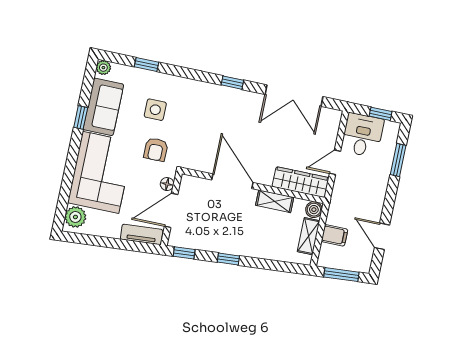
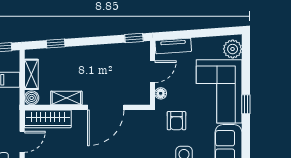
window: (81, 118) -> (246, 104), moved
armchair: (156, 149) -> (176, 121), turned 180
door: (232, 181) -> (106, 107), hinge flipped
door: (171, 210) -> (152, 72), width x0.73
window: (228, 259) -> (56, 44), moved

